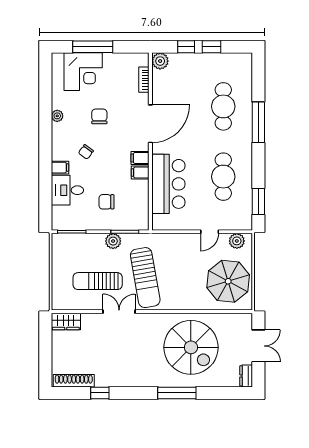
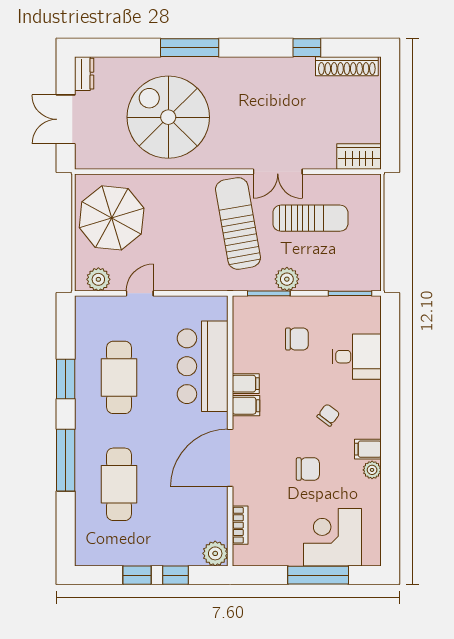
chair: (99, 116) -> (308, 469), turned -90
filing cabinet: (60, 168) -> (368, 449), moved
window: (258, 201) -> (66, 379), moved

